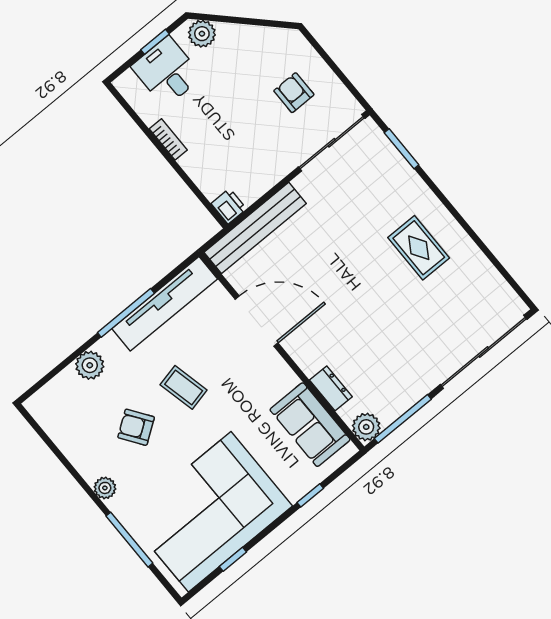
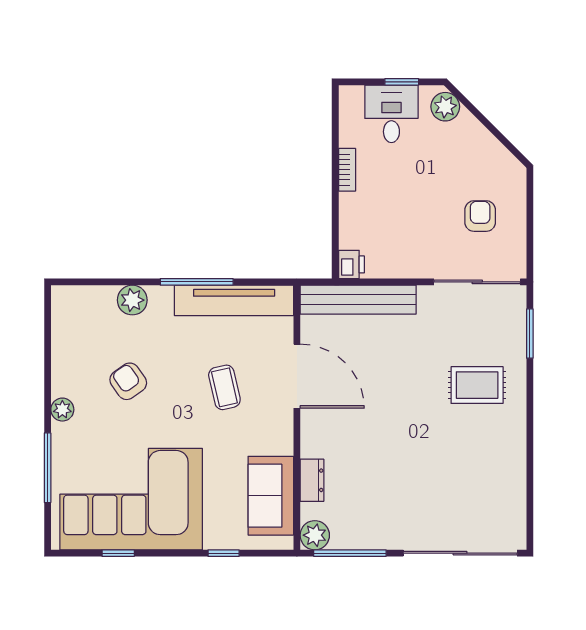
rug: (419, 248) -> (477, 385), moved, turned 90
coffee table: (184, 387) -> (224, 387), moved

